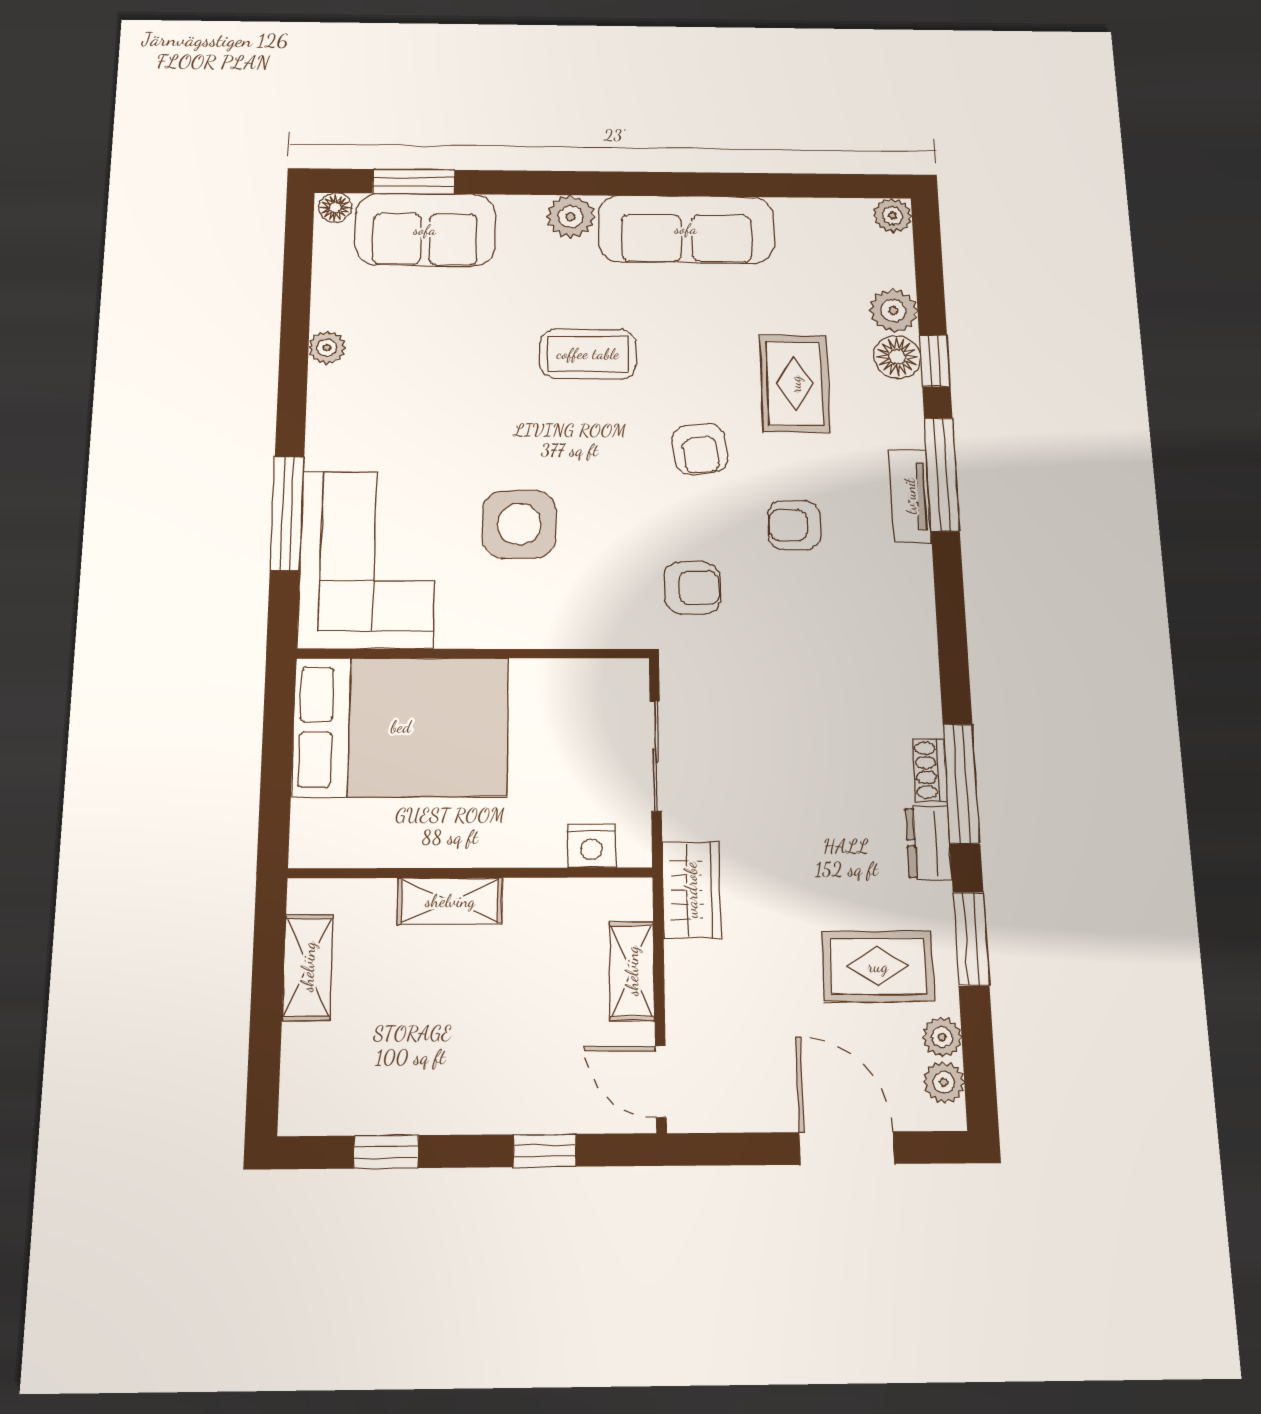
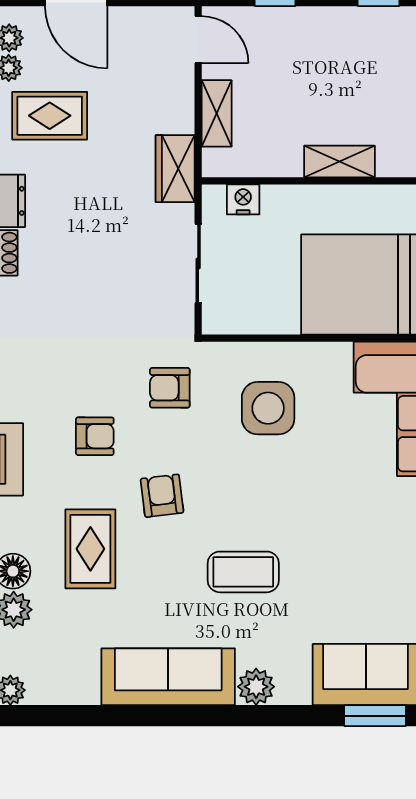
side table: (519, 524) -> (268, 408), moved

